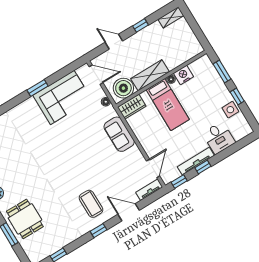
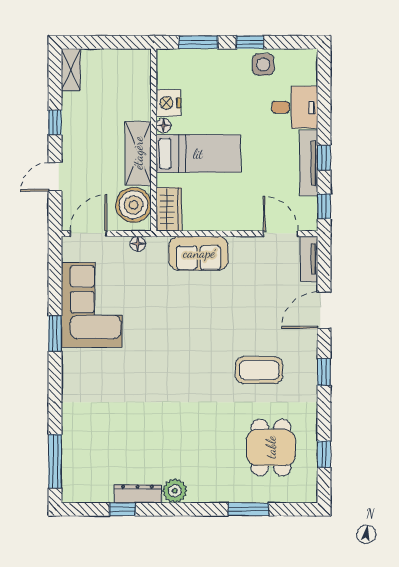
coffee table: (91, 204) -> (259, 370), moved
dining table: (25, 219) -> (271, 447), moved, turned 90

